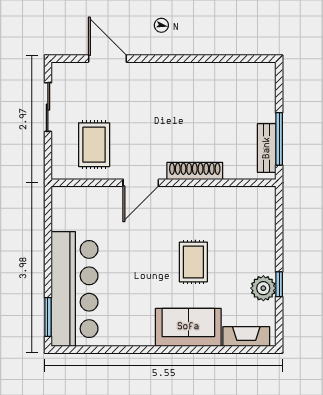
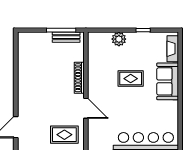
plant: (263, 288) -> (119, 39), moved

